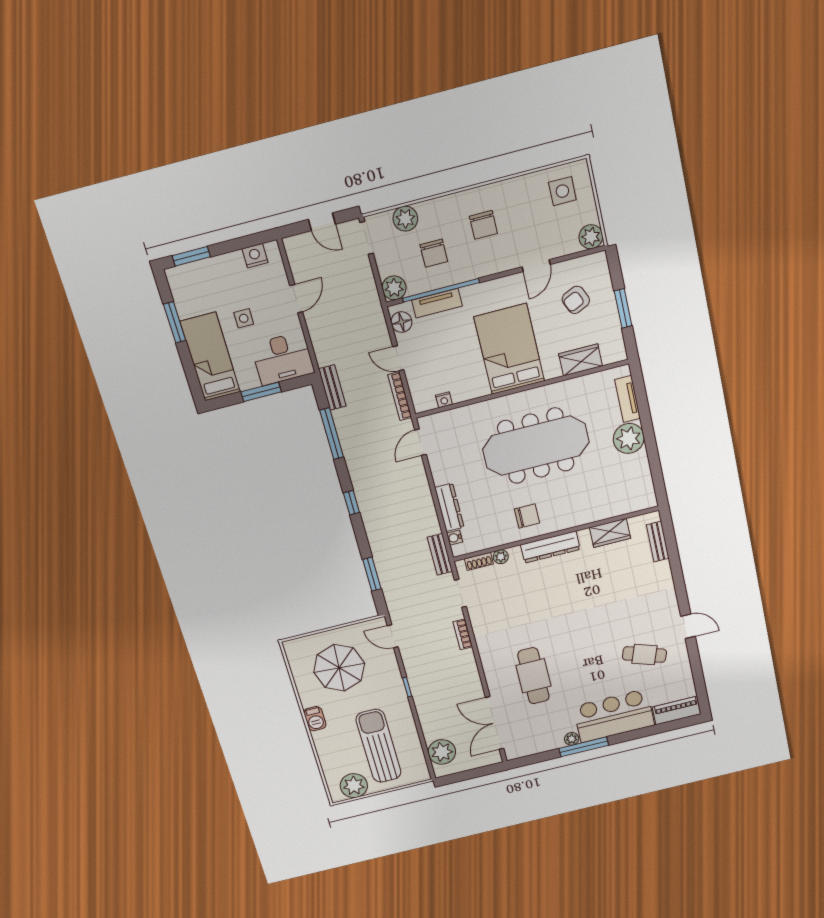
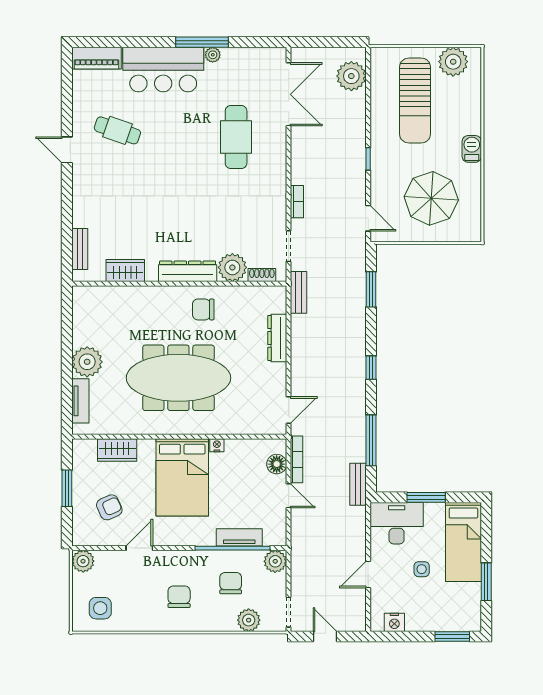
floor lamp: (401, 322) -> (277, 464), moved
nightstand: (444, 400) -> (217, 445), moved
water cooler: (455, 538) -> (280, 306), removed
plant: (501, 557) -> (232, 267), width x1.88, depth x1.88

